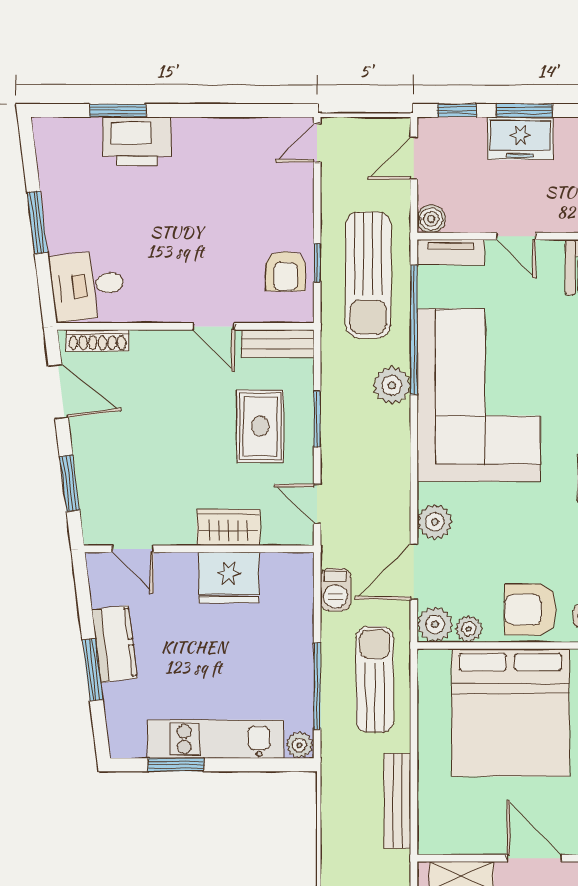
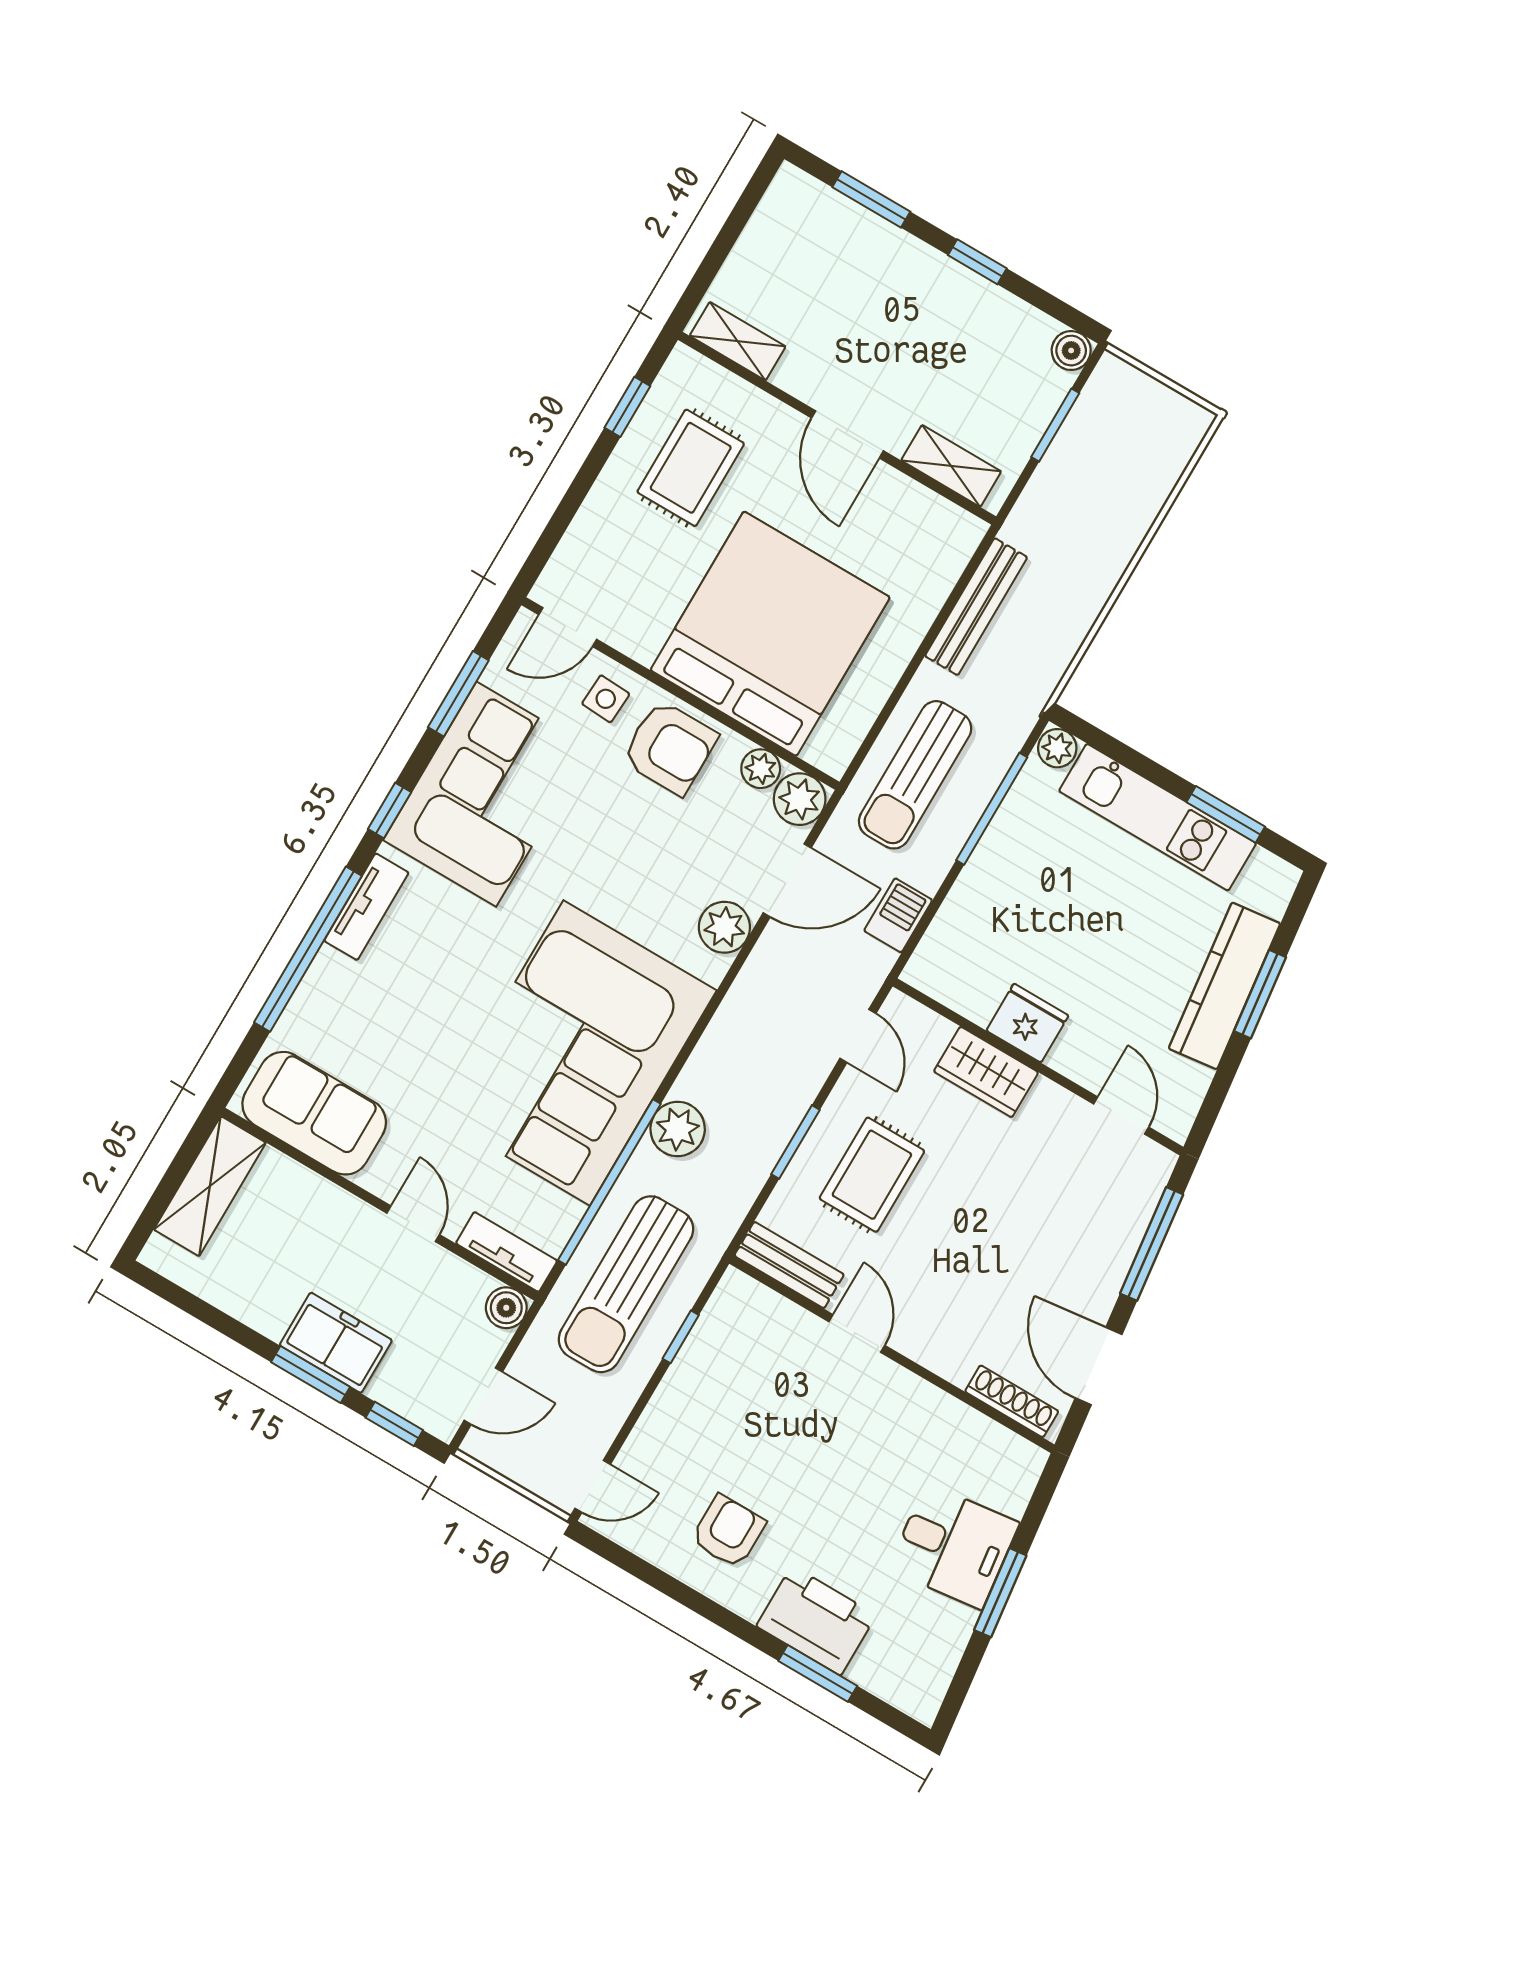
armchair: (286, 271) -> (728, 1531), moved
sun lounger: (368, 275) -> (626, 1284), turned 180
desk: (88, 285) -> (954, 1546), moved
window: (69, 483) -> (1152, 1244), width x1.44
fridge: (229, 577) -> (1027, 1023), width x0.73, depth x0.75
kitchen counter: (114, 644) -> (1224, 986), width x1.50

